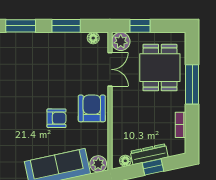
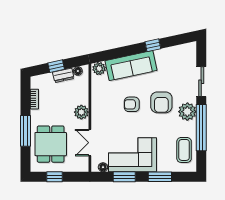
window: (140, 26) -> (54, 177), moved
plant: (121, 41) -> (81, 112), moved
corner sofa: (56, 54) -> (132, 155), added
armchair: (92, 108) -> (161, 102), moved
dresser: (149, 154) -> (63, 75), width x0.70

